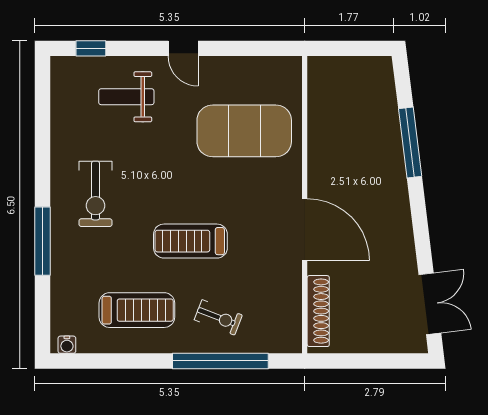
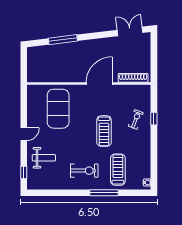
weight bench: (126, 97) -> (44, 158), turned -90
treadmill: (137, 310) -> (118, 170), moved
window: (220, 361) -> (154, 119), width x0.32

